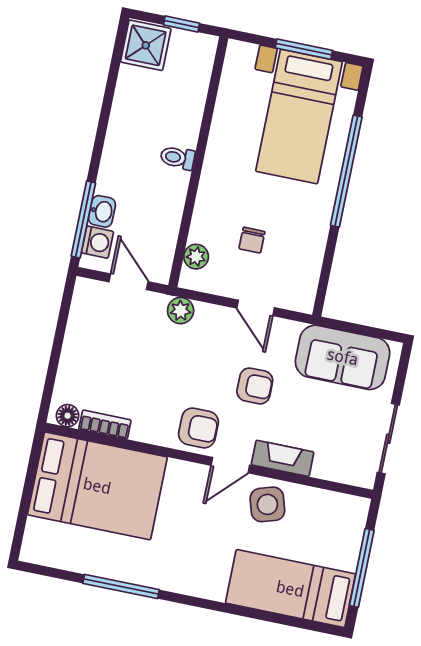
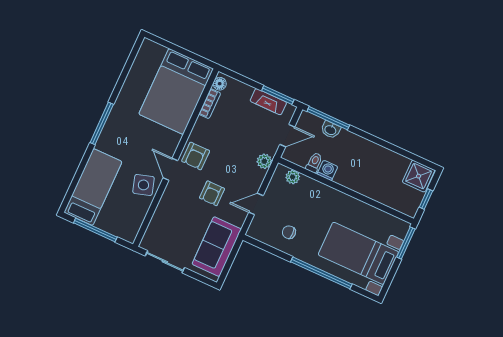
window: (304, 49) -> (406, 243), moved
toilet: (178, 158) -> (314, 163), moved
chair: (252, 240) -> (289, 232), moved
washing machine: (97, 242) -> (327, 170), moved, turned 180
window: (64, 314) -> (278, 95), added
fireplace: (283, 458) -> (268, 102), moved, turned 90
window: (121, 586) -> (102, 123), moved

